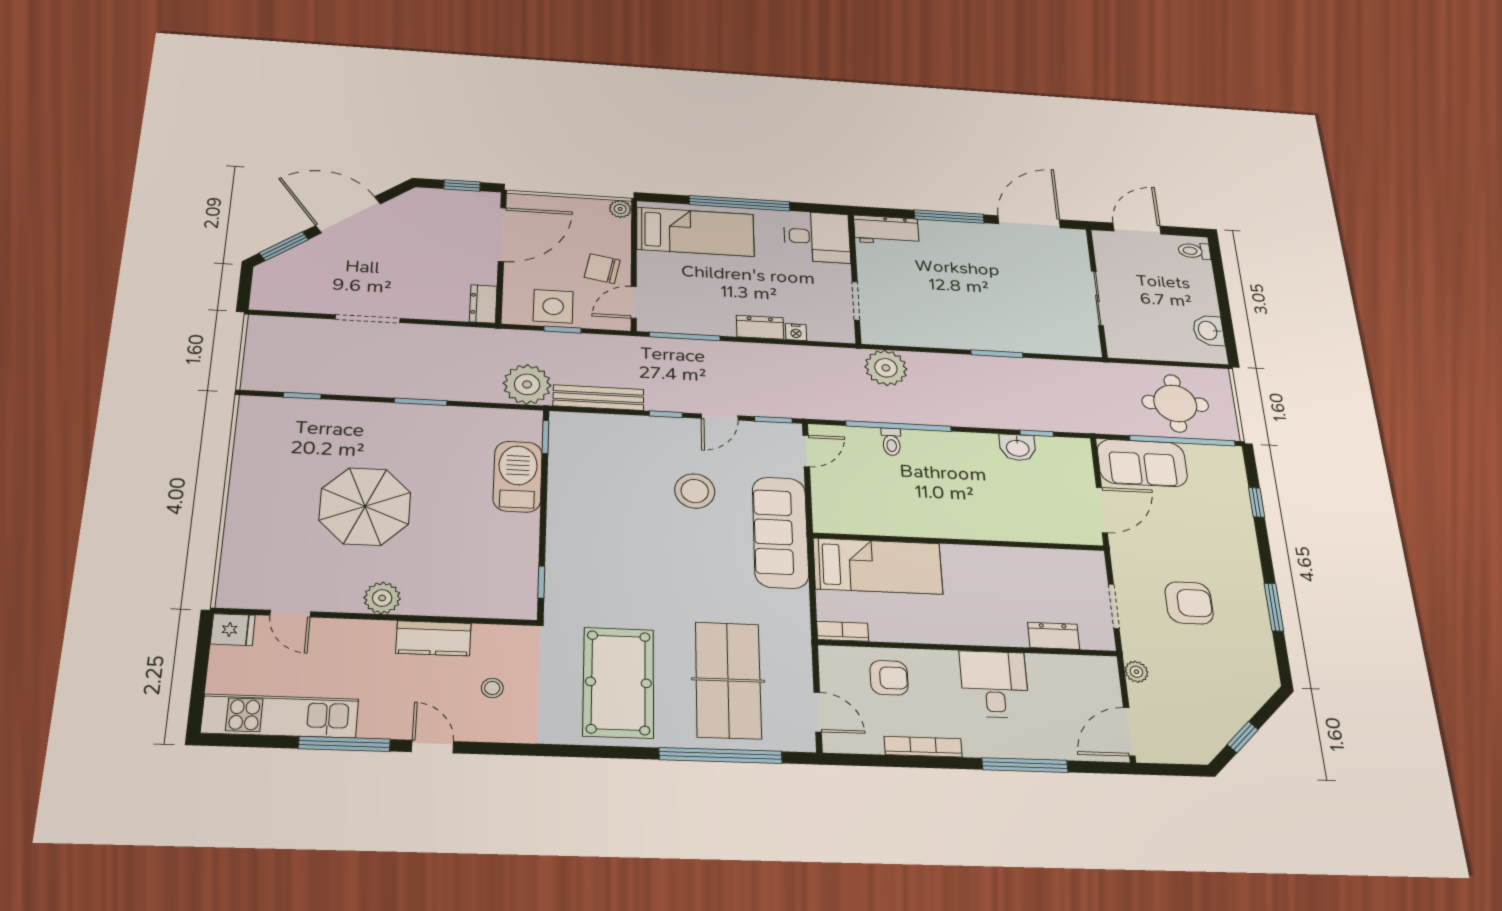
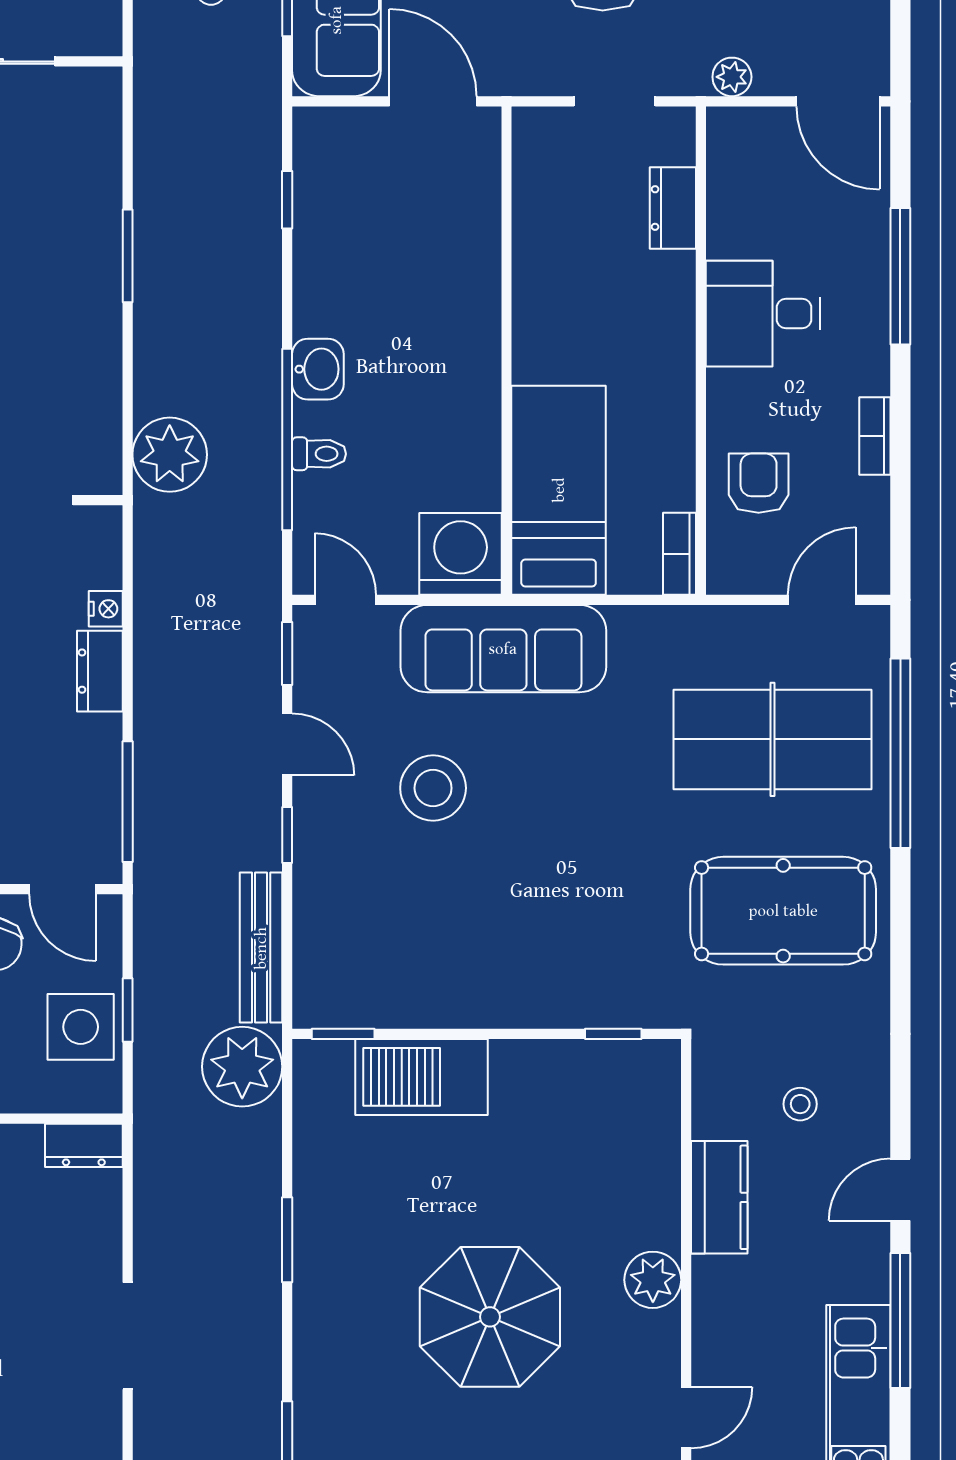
washbasin: (1018, 448) -> (318, 369), moved
washing machine: (836, 512) -> (461, 554), added
bookcase: (923, 747) -> (875, 436), width x0.64

